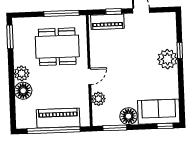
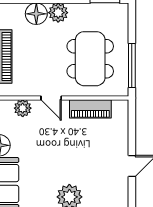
window: (114, 12) -> (132, 131), removed
piano: (107, 22) -> (90, 109), moved, turned -90

